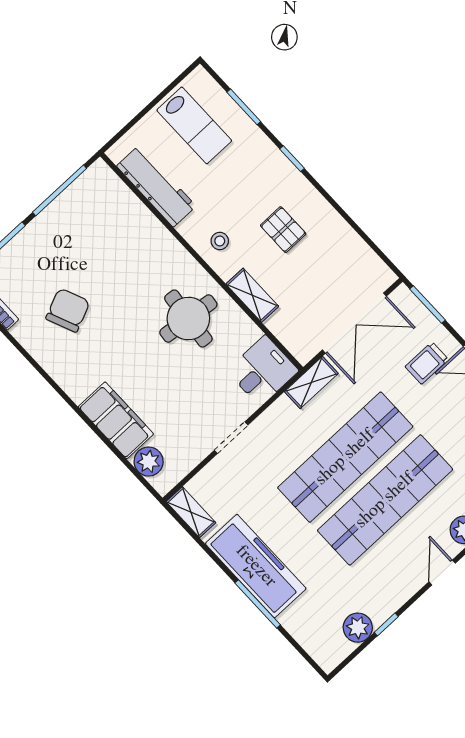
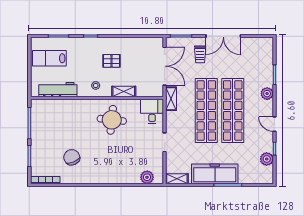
lab bench: (194, 125) -> (49, 58), turned 180
filing cabinet: (116, 420) -> (123, 175), removed
door: (442, 573) -> (274, 124), moved

